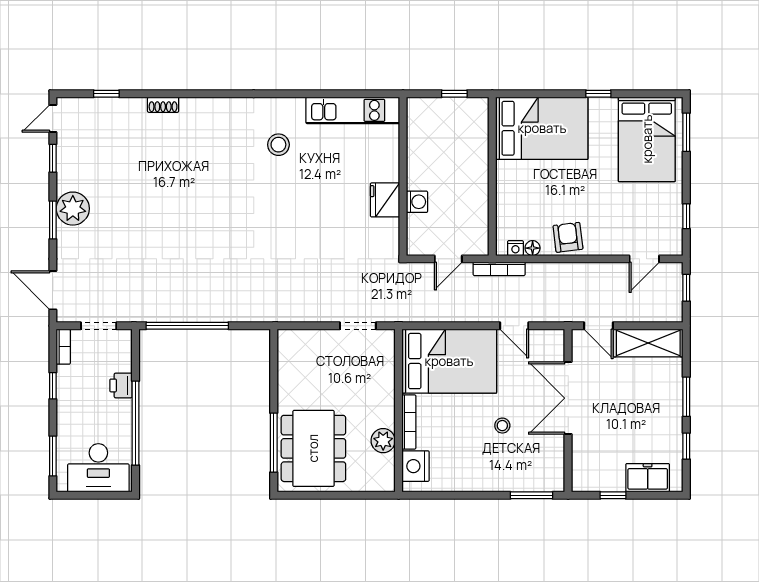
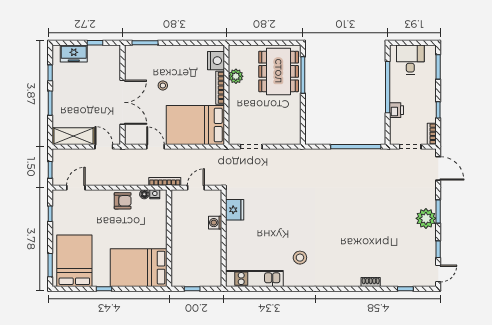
fridge: (385, 200) -> (235, 210), moved
armchair: (568, 237) -> (123, 201), turned -83
desk: (98, 468) -> (410, 60), width x0.73

